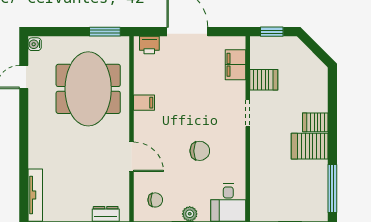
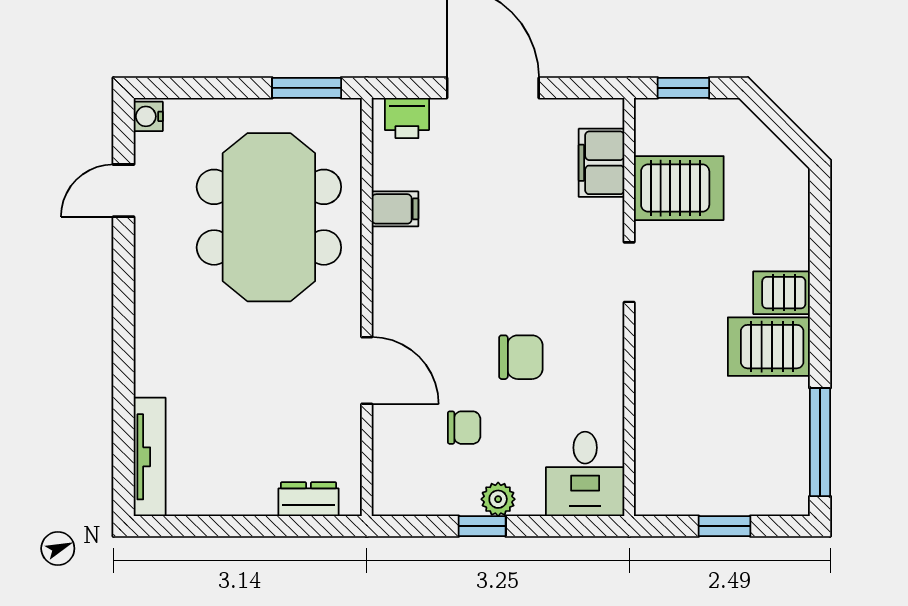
server rack: (264, 80) -> (679, 188), width x1.36, depth x1.44
filing cabinet: (144, 103) -> (395, 209), moved
chair: (155, 200) -> (464, 428), moved

